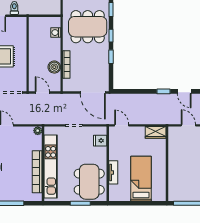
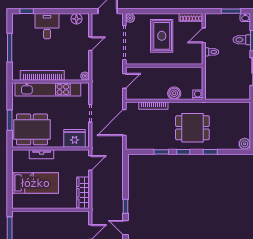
dining table: (88, 27) -> (192, 128), width x0.73
washing machine: (56, 33) -> (198, 95), moved
boiler: (54, 67) -> (174, 93), moved
door: (184, 91) -> (126, 228), hinge flipped
door: (93, 92) -> (124, 122), moved
wardrobe: (156, 132) -> (83, 193), width x1.50
fridge: (100, 141) -> (75, 138), width x1.88, depth x1.34

